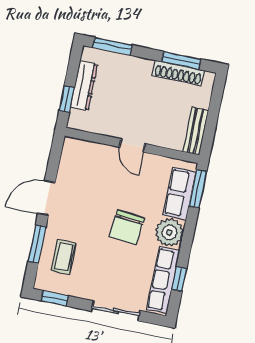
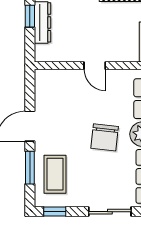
window: (67, 99) -> (30, 16), moved
coffee table: (63, 257) -> (55, 174), width x1.36, depth x1.30

